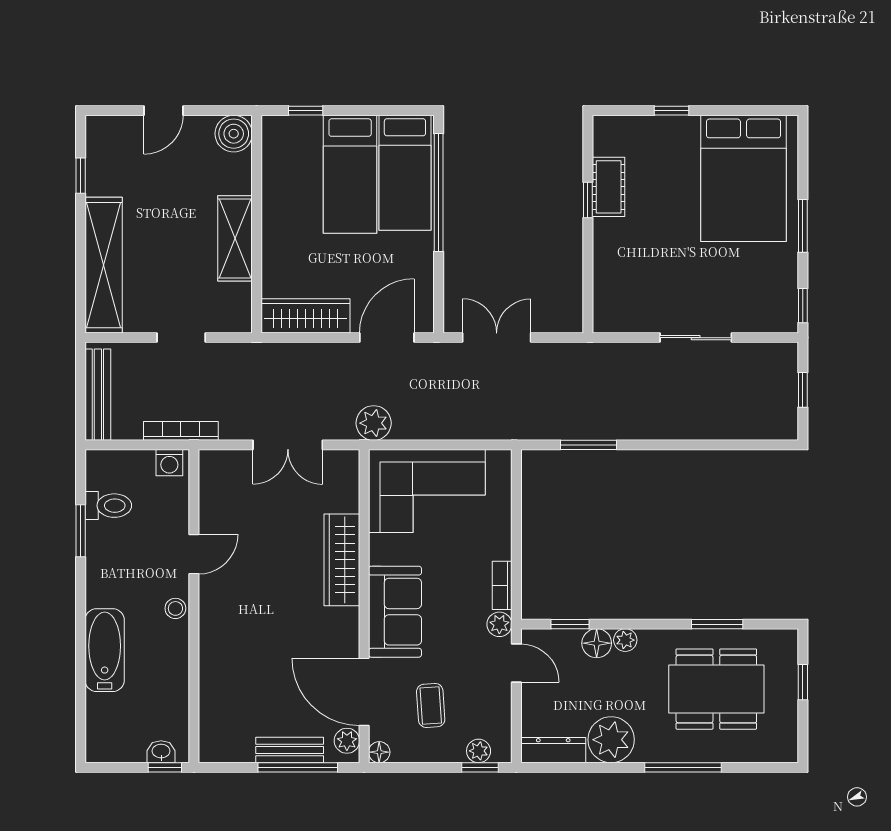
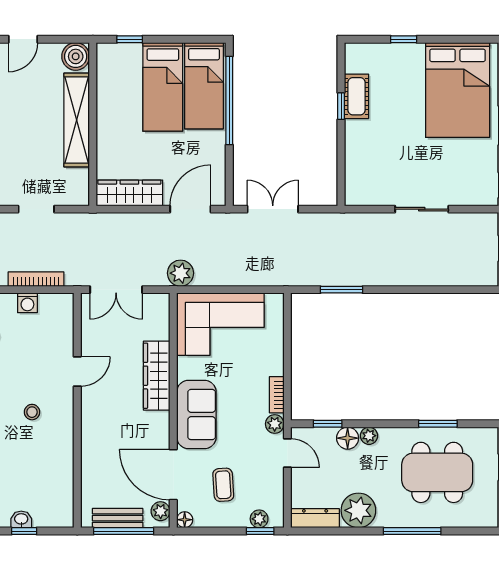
shelving: (235, 238) -> (77, 120), width x1.47
door: (194, 554) -> (77, 371), moved
wall: (194, 606) -> (77, 410), moved

